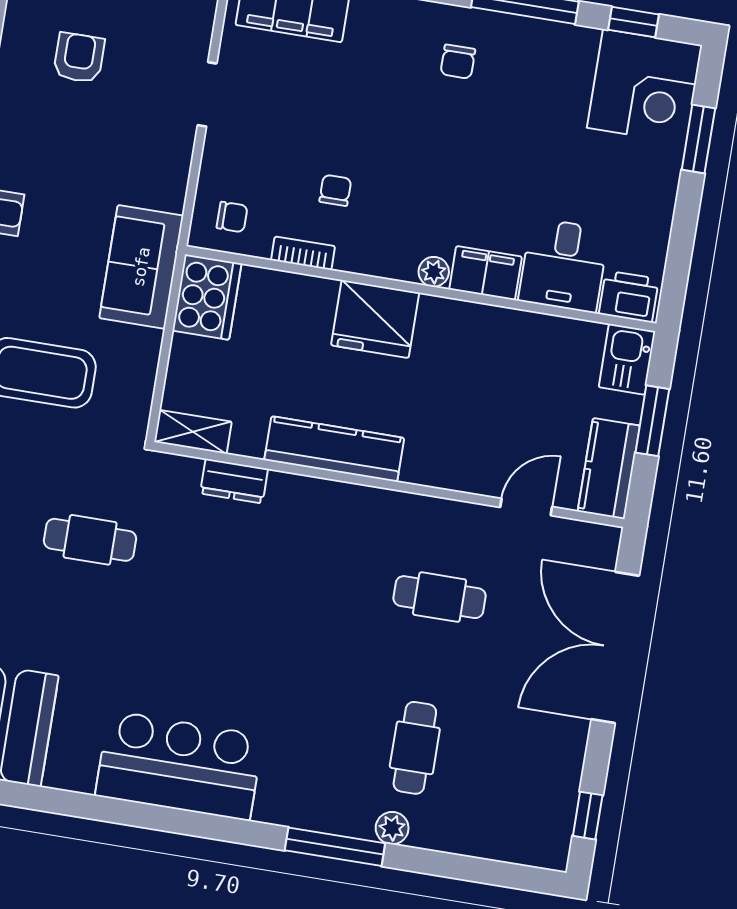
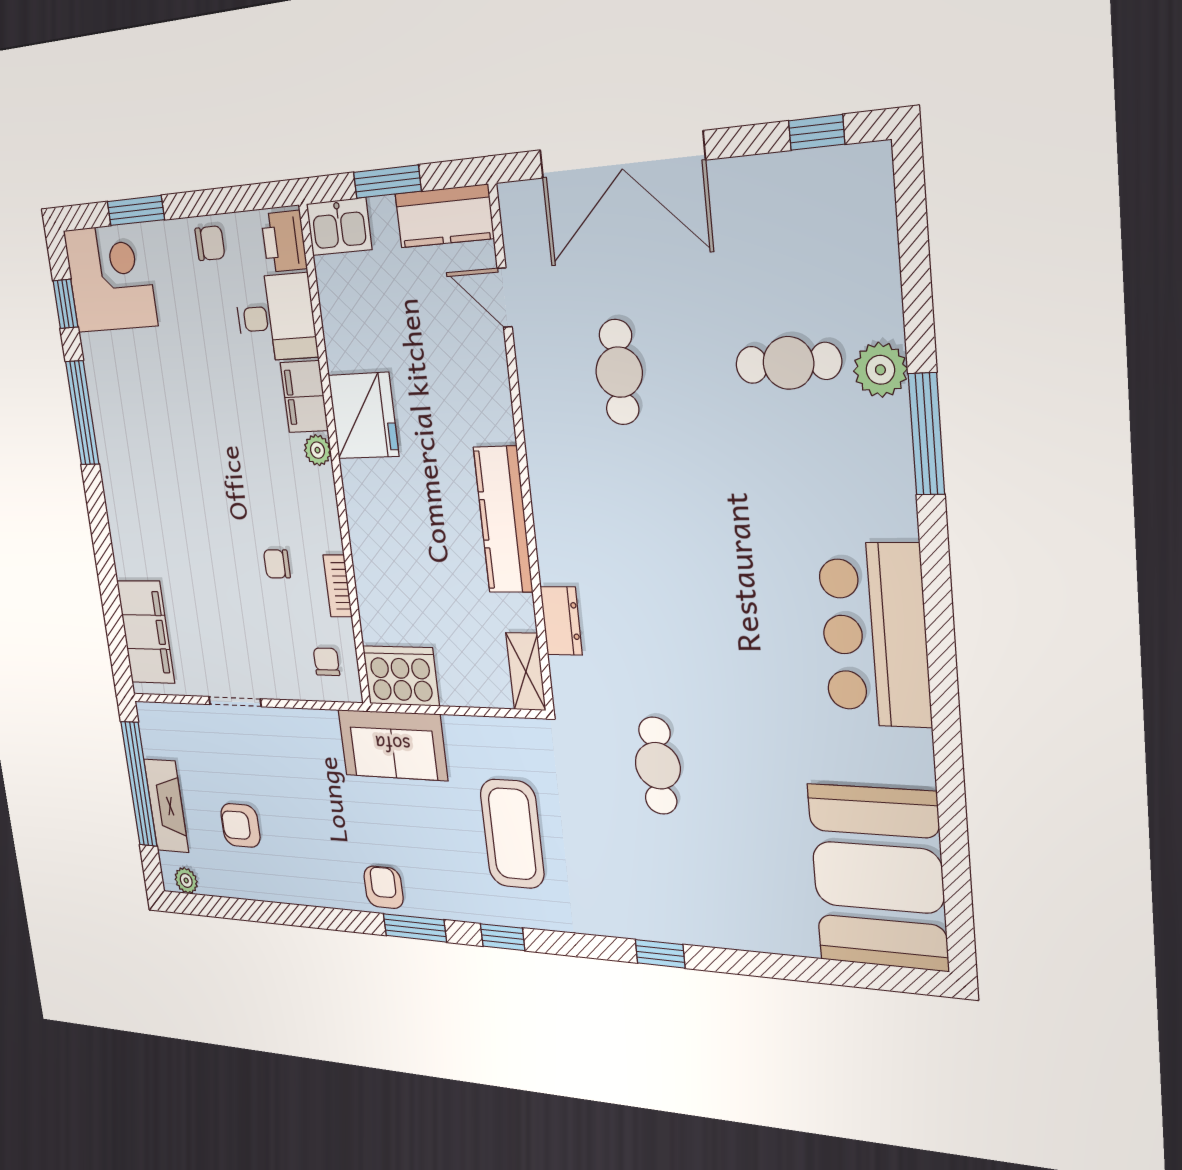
chair: (458, 62) -> (210, 243), moved
fridge: (375, 319) -> (363, 416), moved
plant: (392, 828) -> (880, 370), width x1.38, depth x1.38

